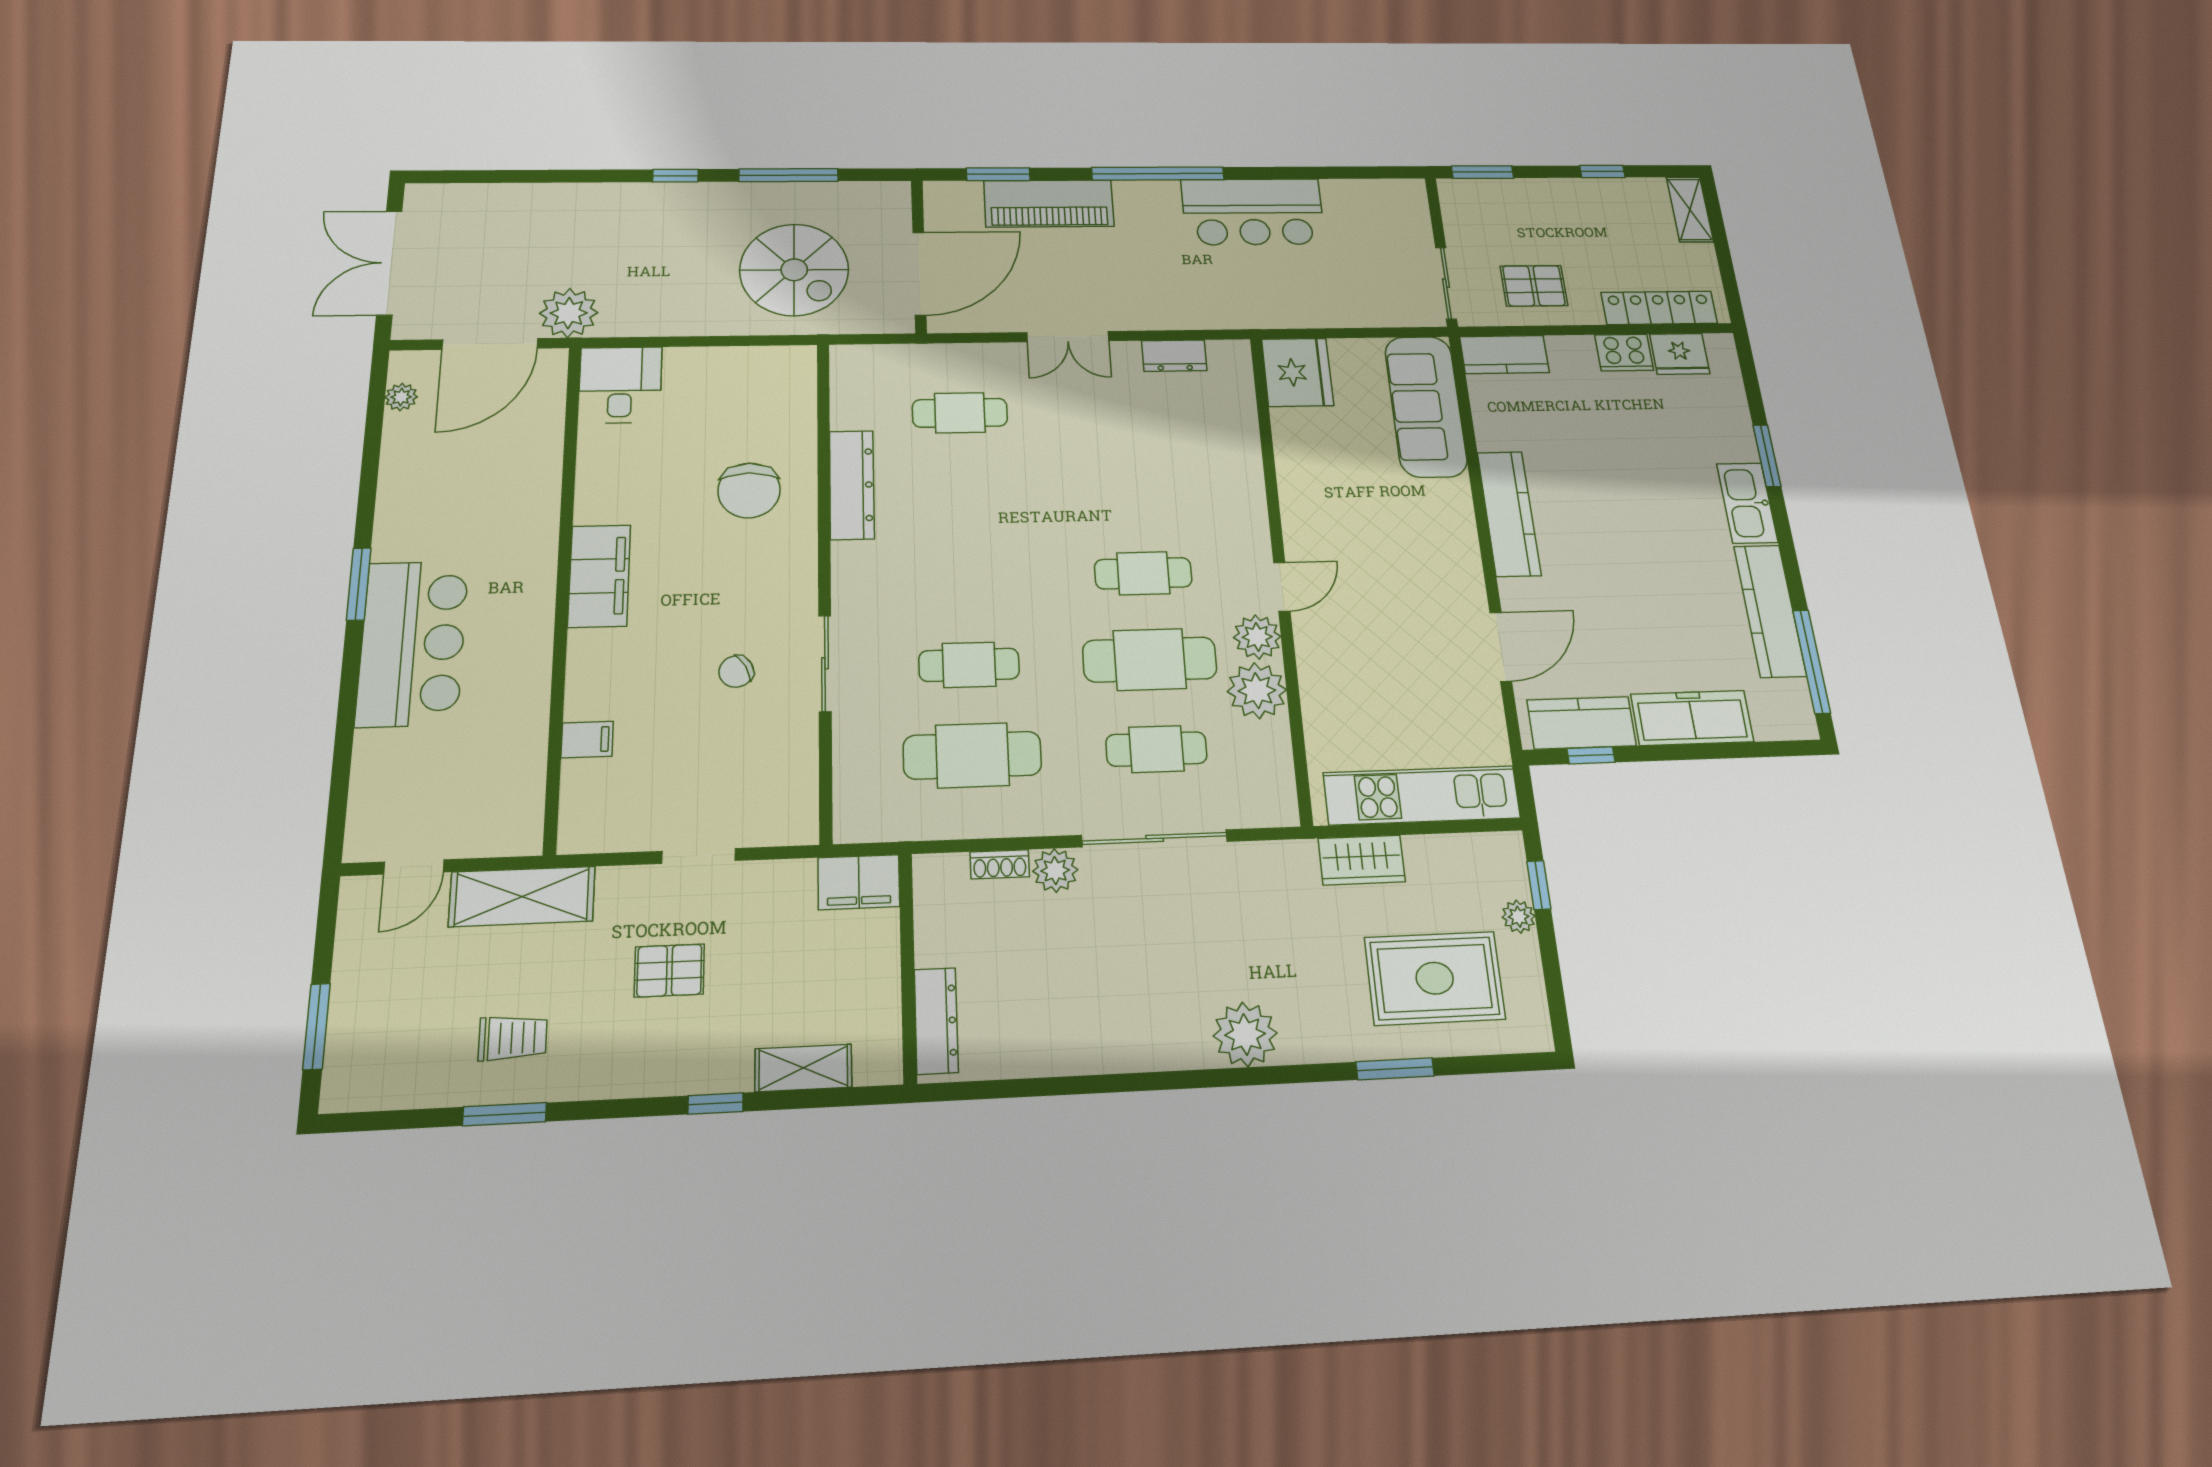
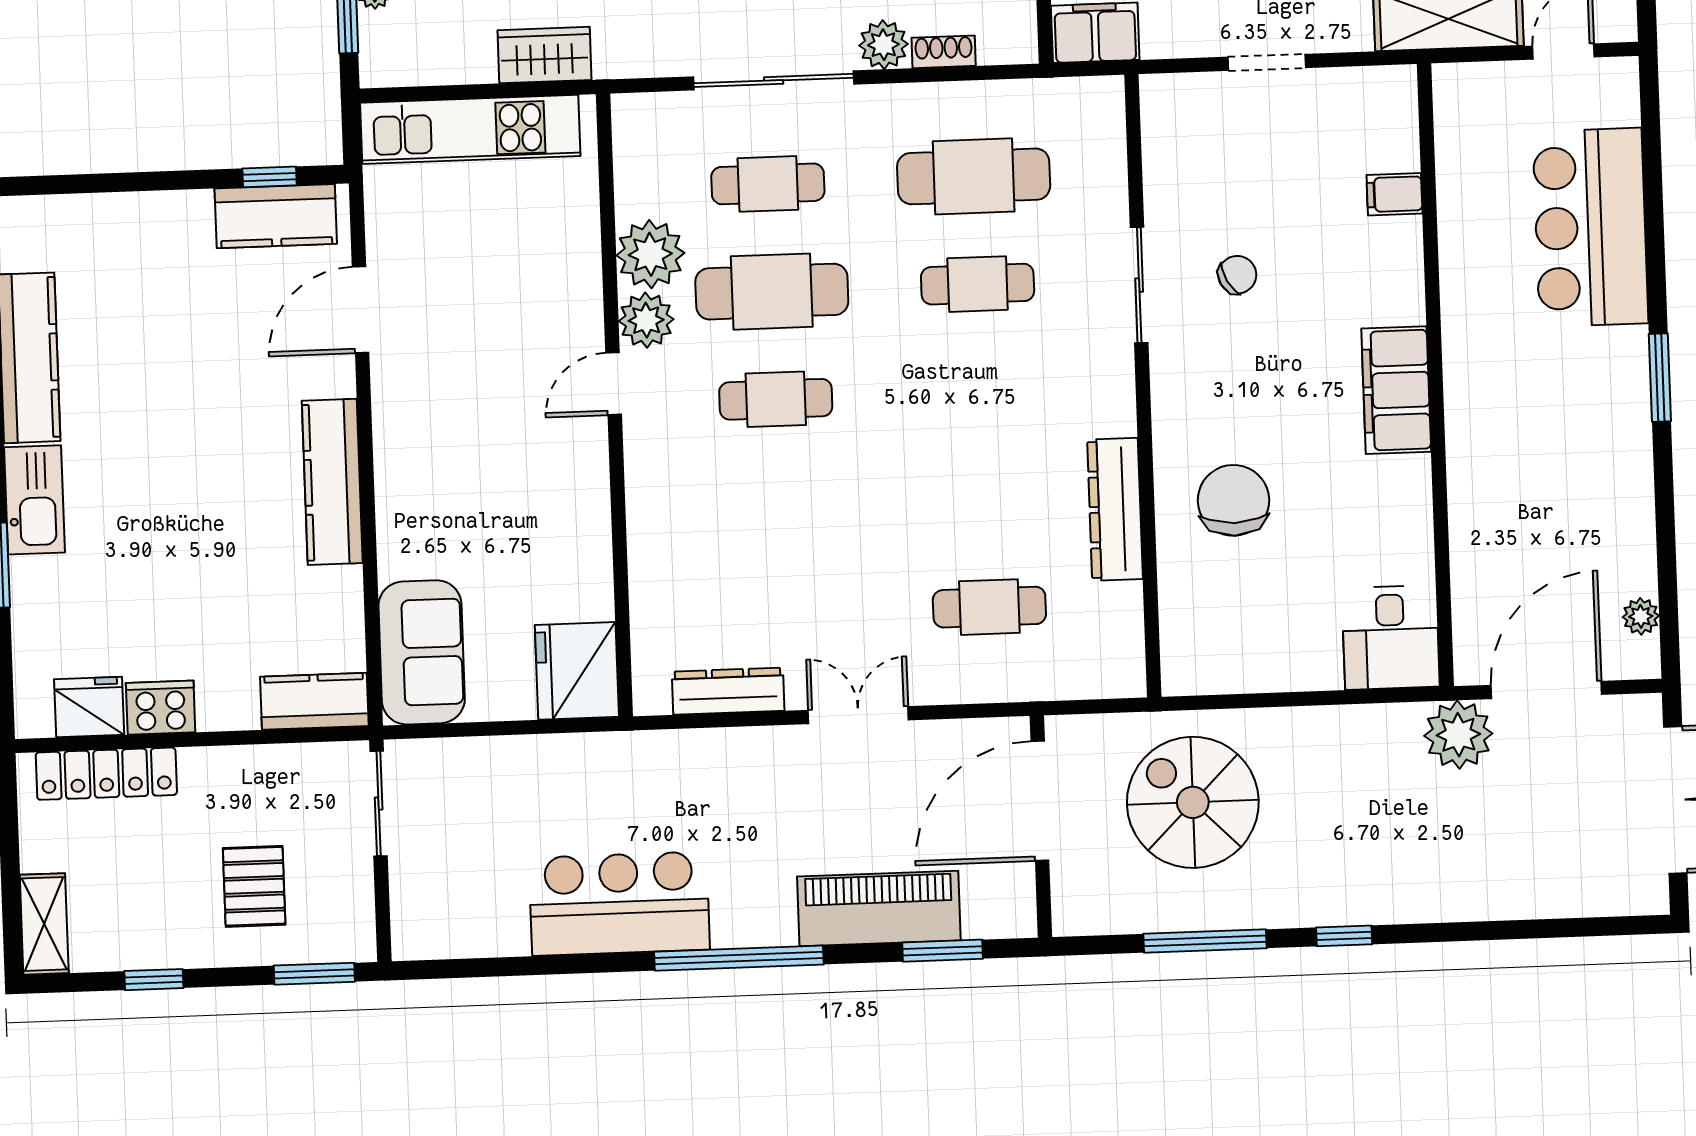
pallet: (1534, 286) -> (254, 886), moved, turned 90
dresser: (1174, 356) -> (728, 691), width x1.44
sofa: (1426, 406) -> (422, 652), width x0.73
bar counter: (412, 643) -> (1590, 227), moved
freezer: (1692, 718) -> (144, 223), removed

